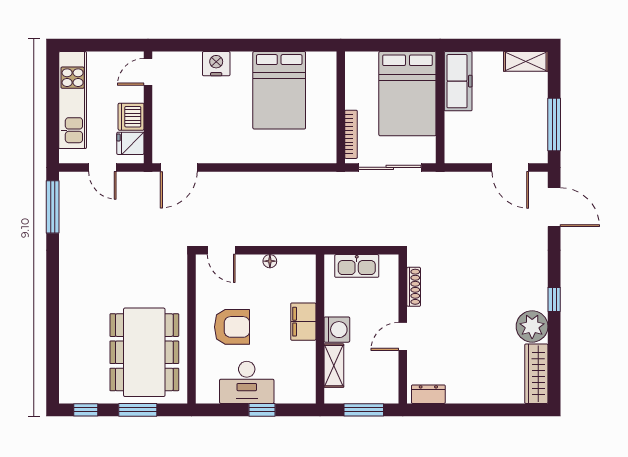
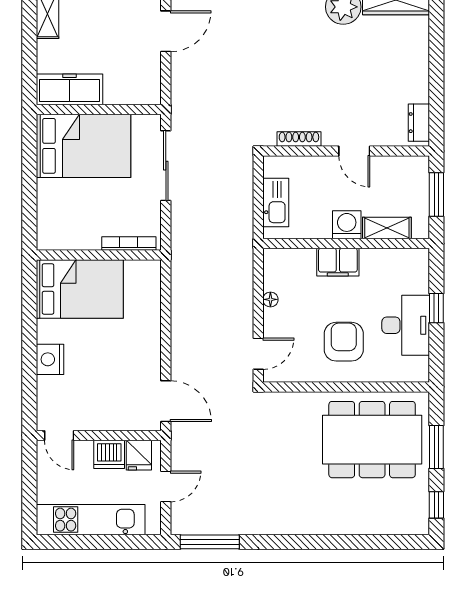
wall: (341, 107) -> (99, 255), moved
bookcase: (351, 134) -> (129, 244), moved

